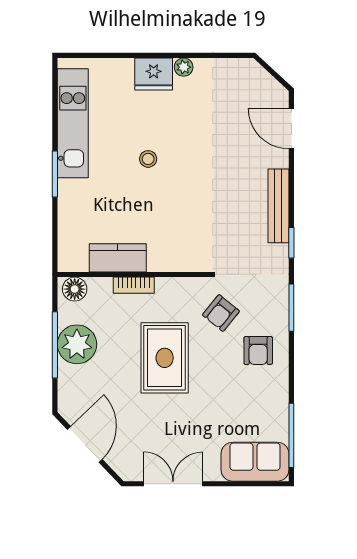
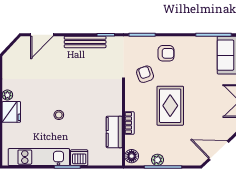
dishwasher: (72, 195) -> (79, 158), added
armchair: (221, 313) -> (145, 74), turned -148
plant: (77, 344) -> (158, 160), width x0.53, depth x0.53
rug: (165, 358) -> (170, 106), turned 90

